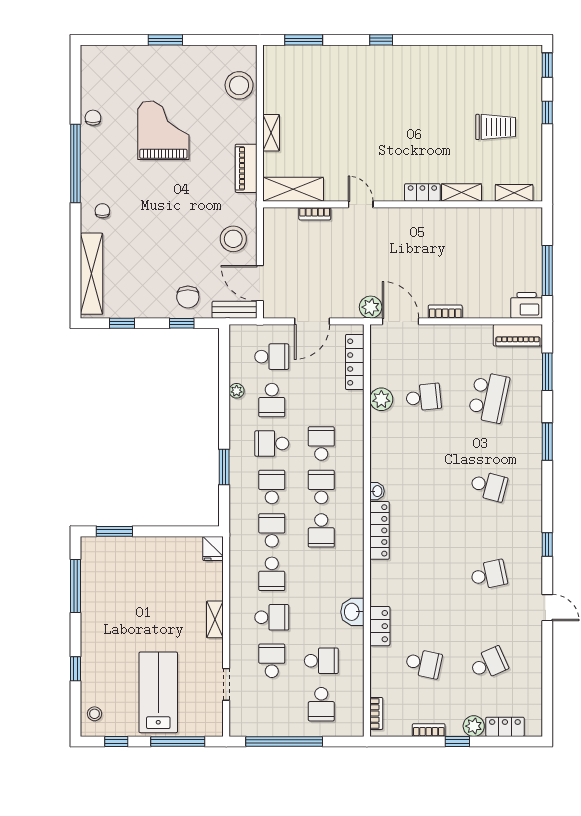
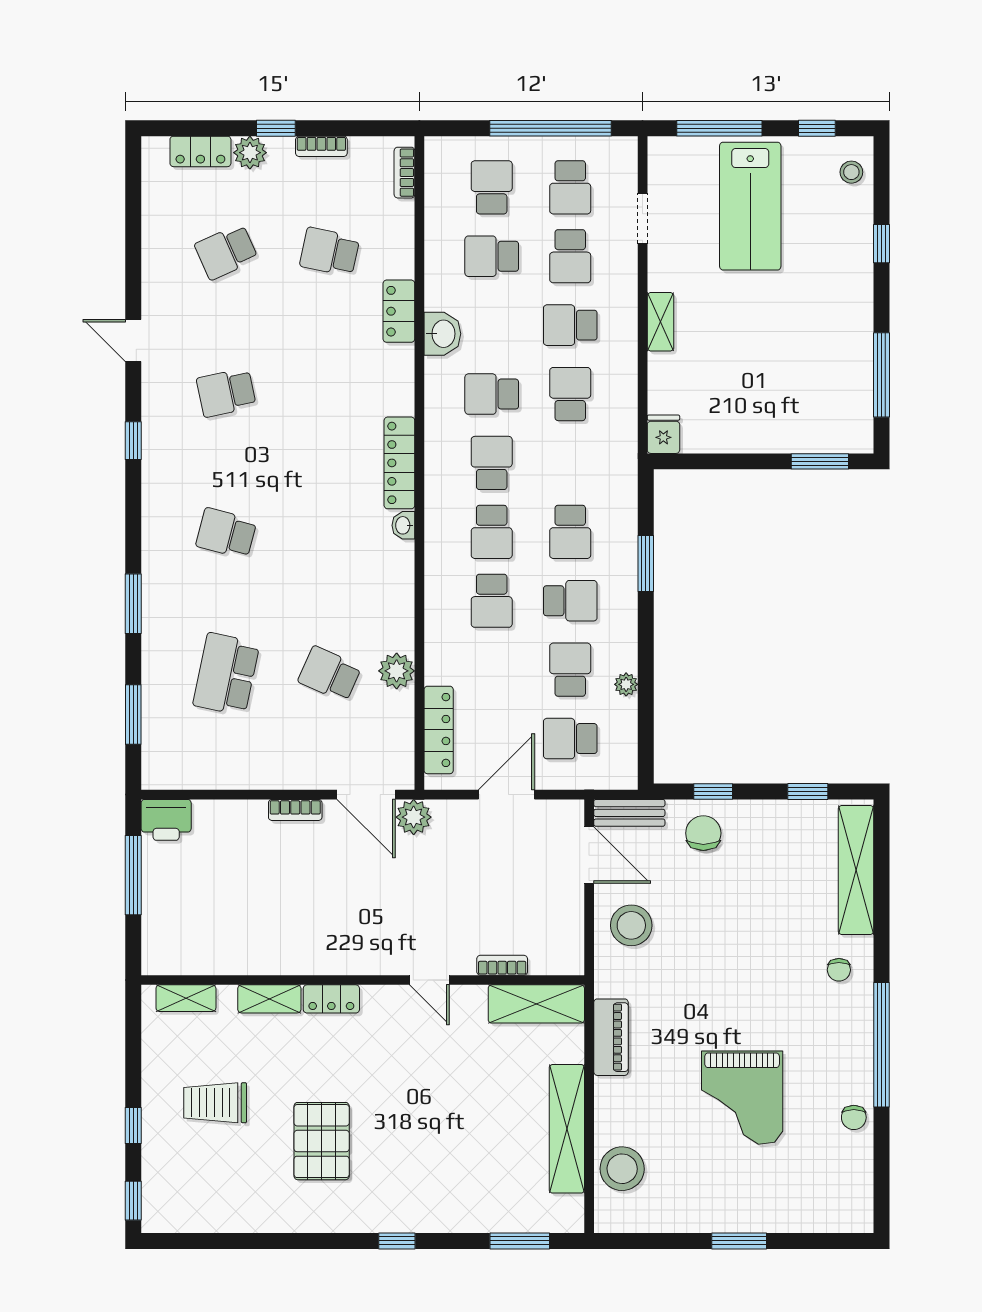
pallet: (429, 103) -> (322, 1141), added
shelving: (271, 133) -> (567, 1129), width x2.20, depth x1.33
piano: (518, 335) -> (180, 773), removed
school desk: (423, 397) -> (330, 674), turned 30
school desk: (272, 530) -> (492, 394), moved, turned 90
school desk: (272, 704) -> (570, 187), added

